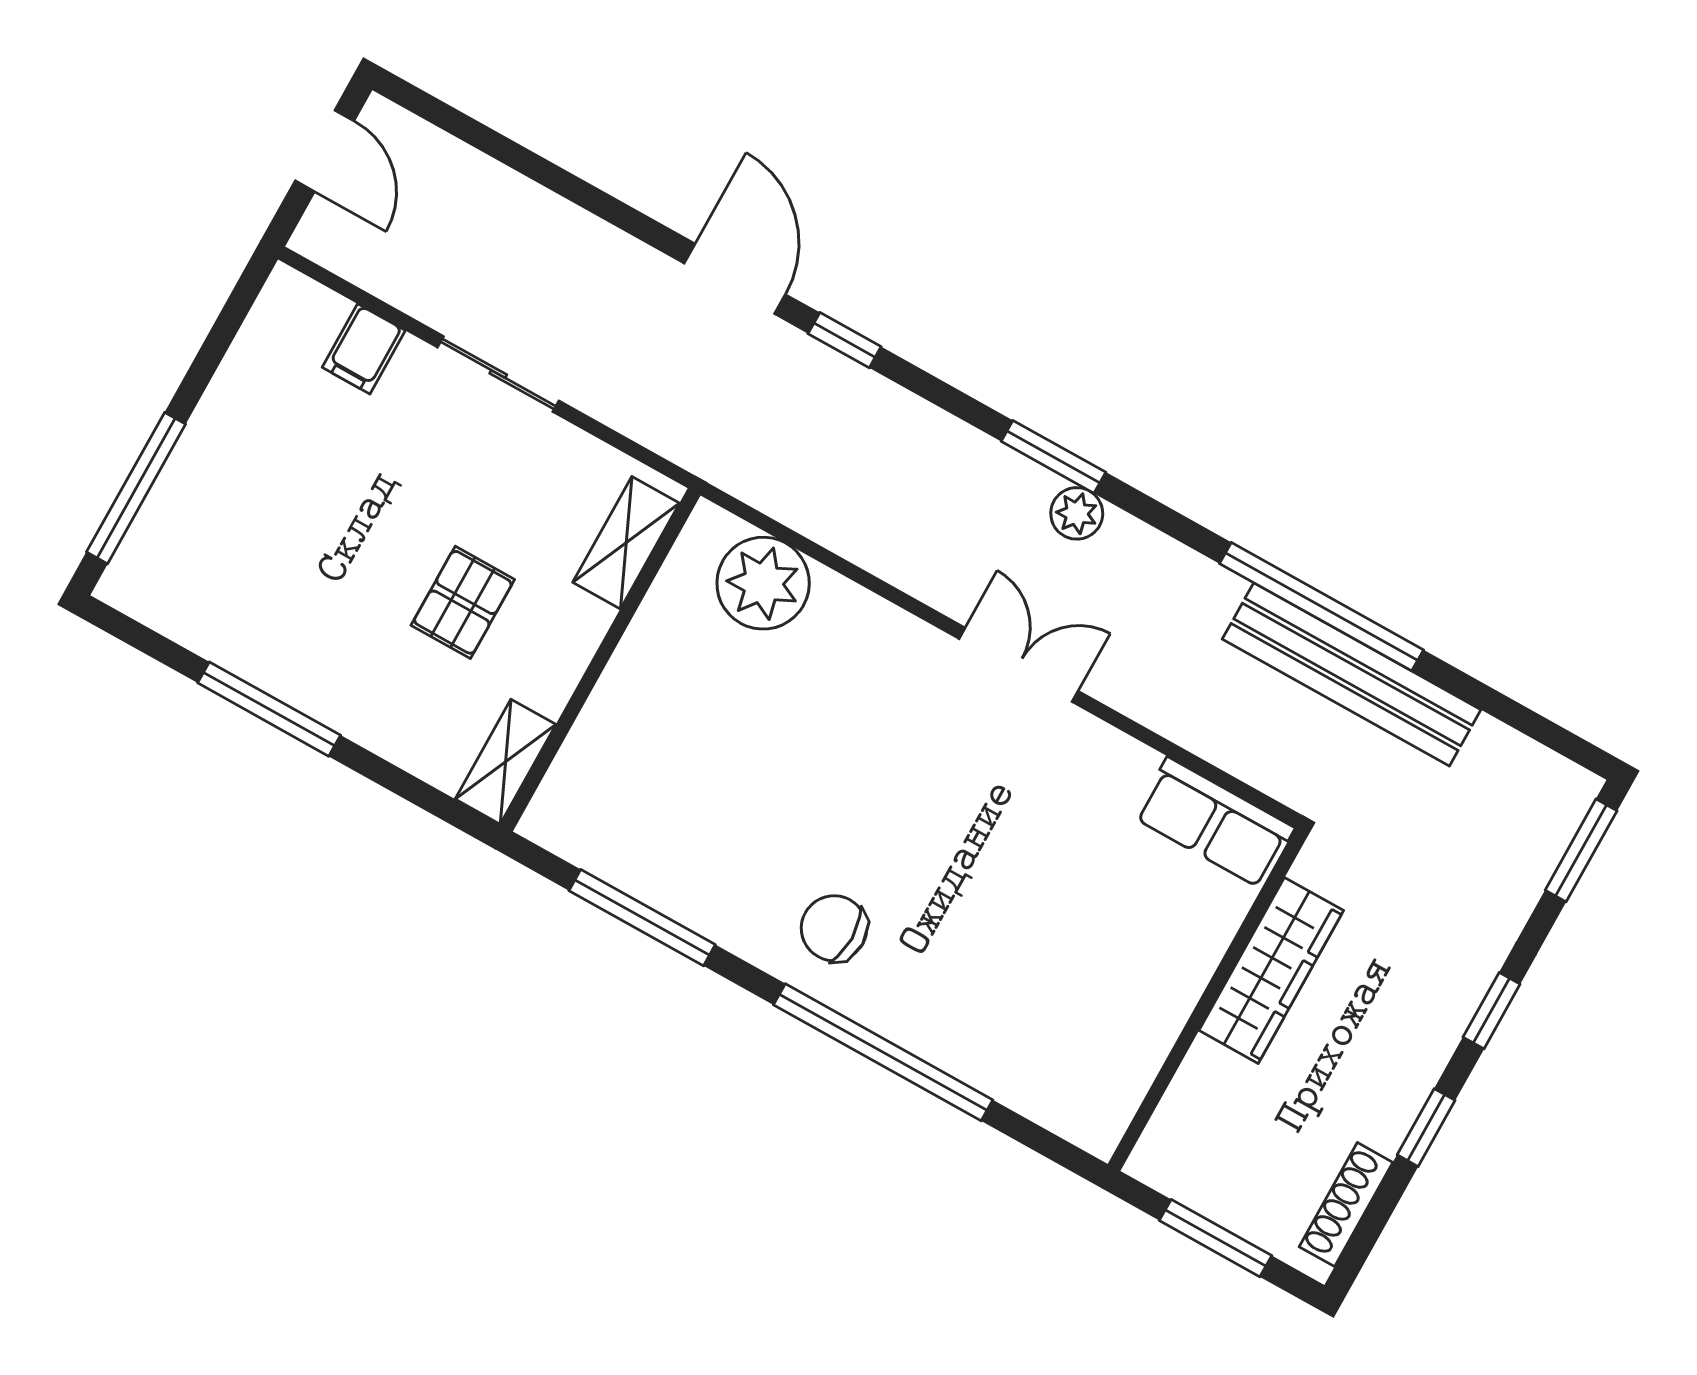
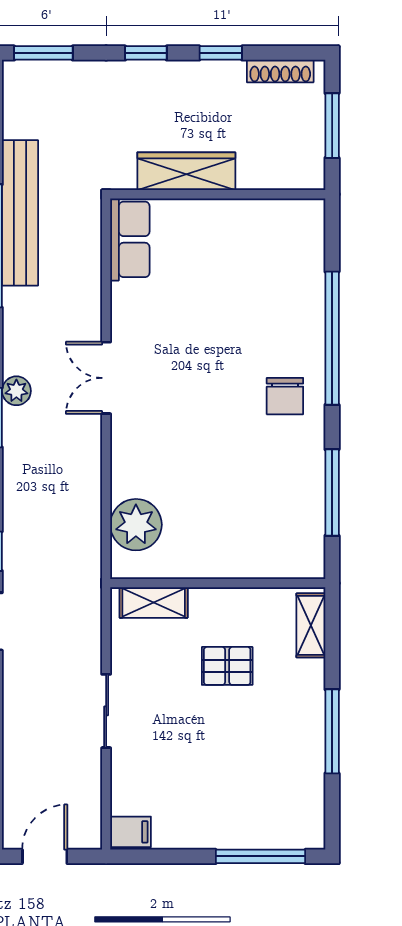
filing cabinet: (364, 349) -> (131, 832), moved
shelving: (506, 762) -> (311, 625), moved, turned 90

